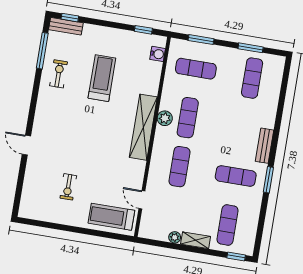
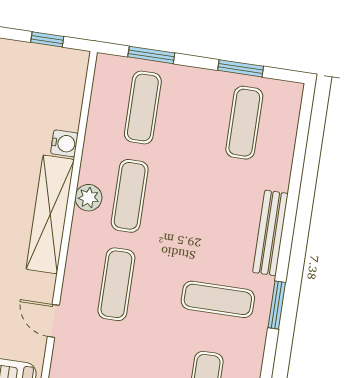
water cooler: (158, 54) -> (64, 143), moved
exercise mat: (196, 69) -> (143, 107), turned 90
bench: (265, 146) -> (270, 233), width x1.36
door: (142, 200) -> (53, 321), moved

